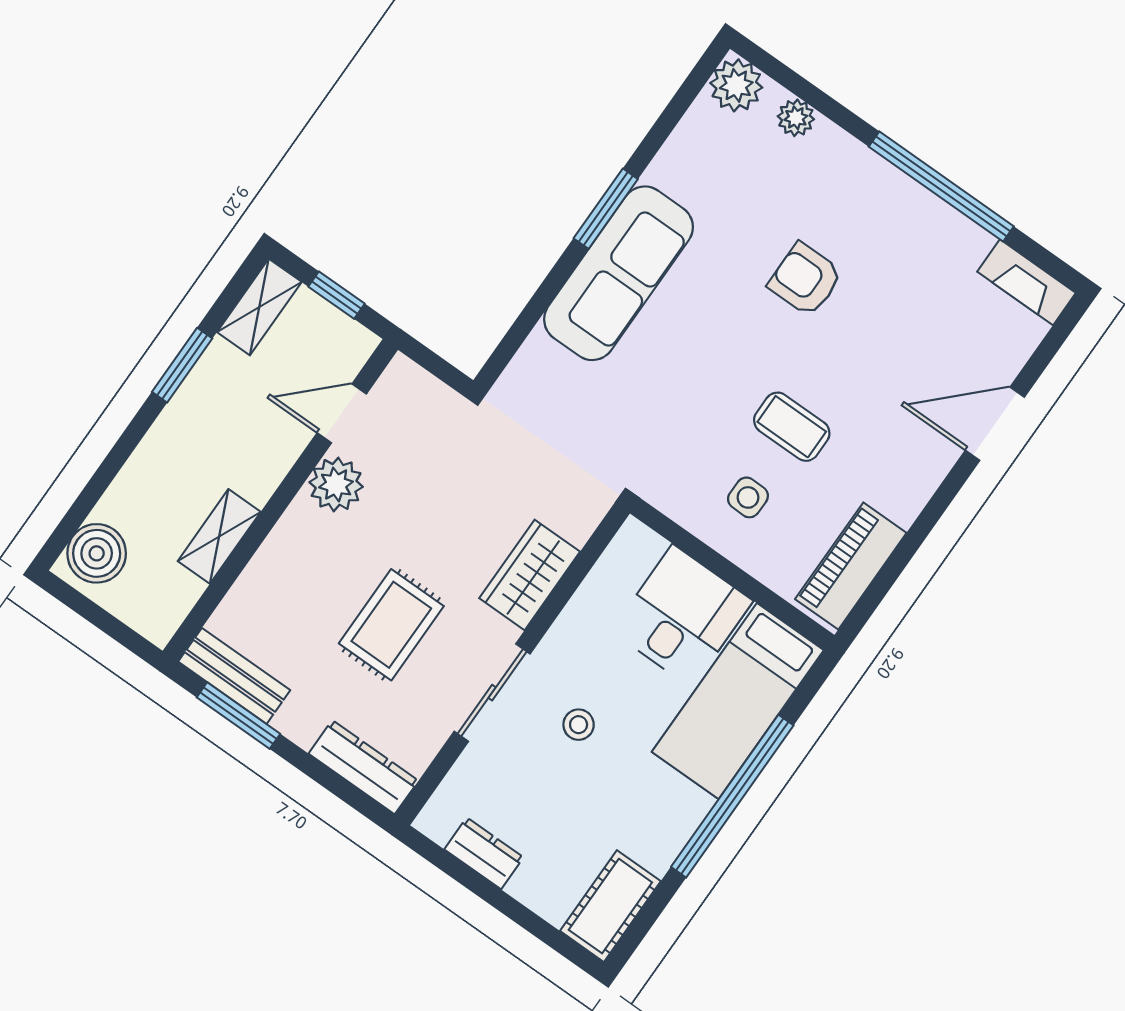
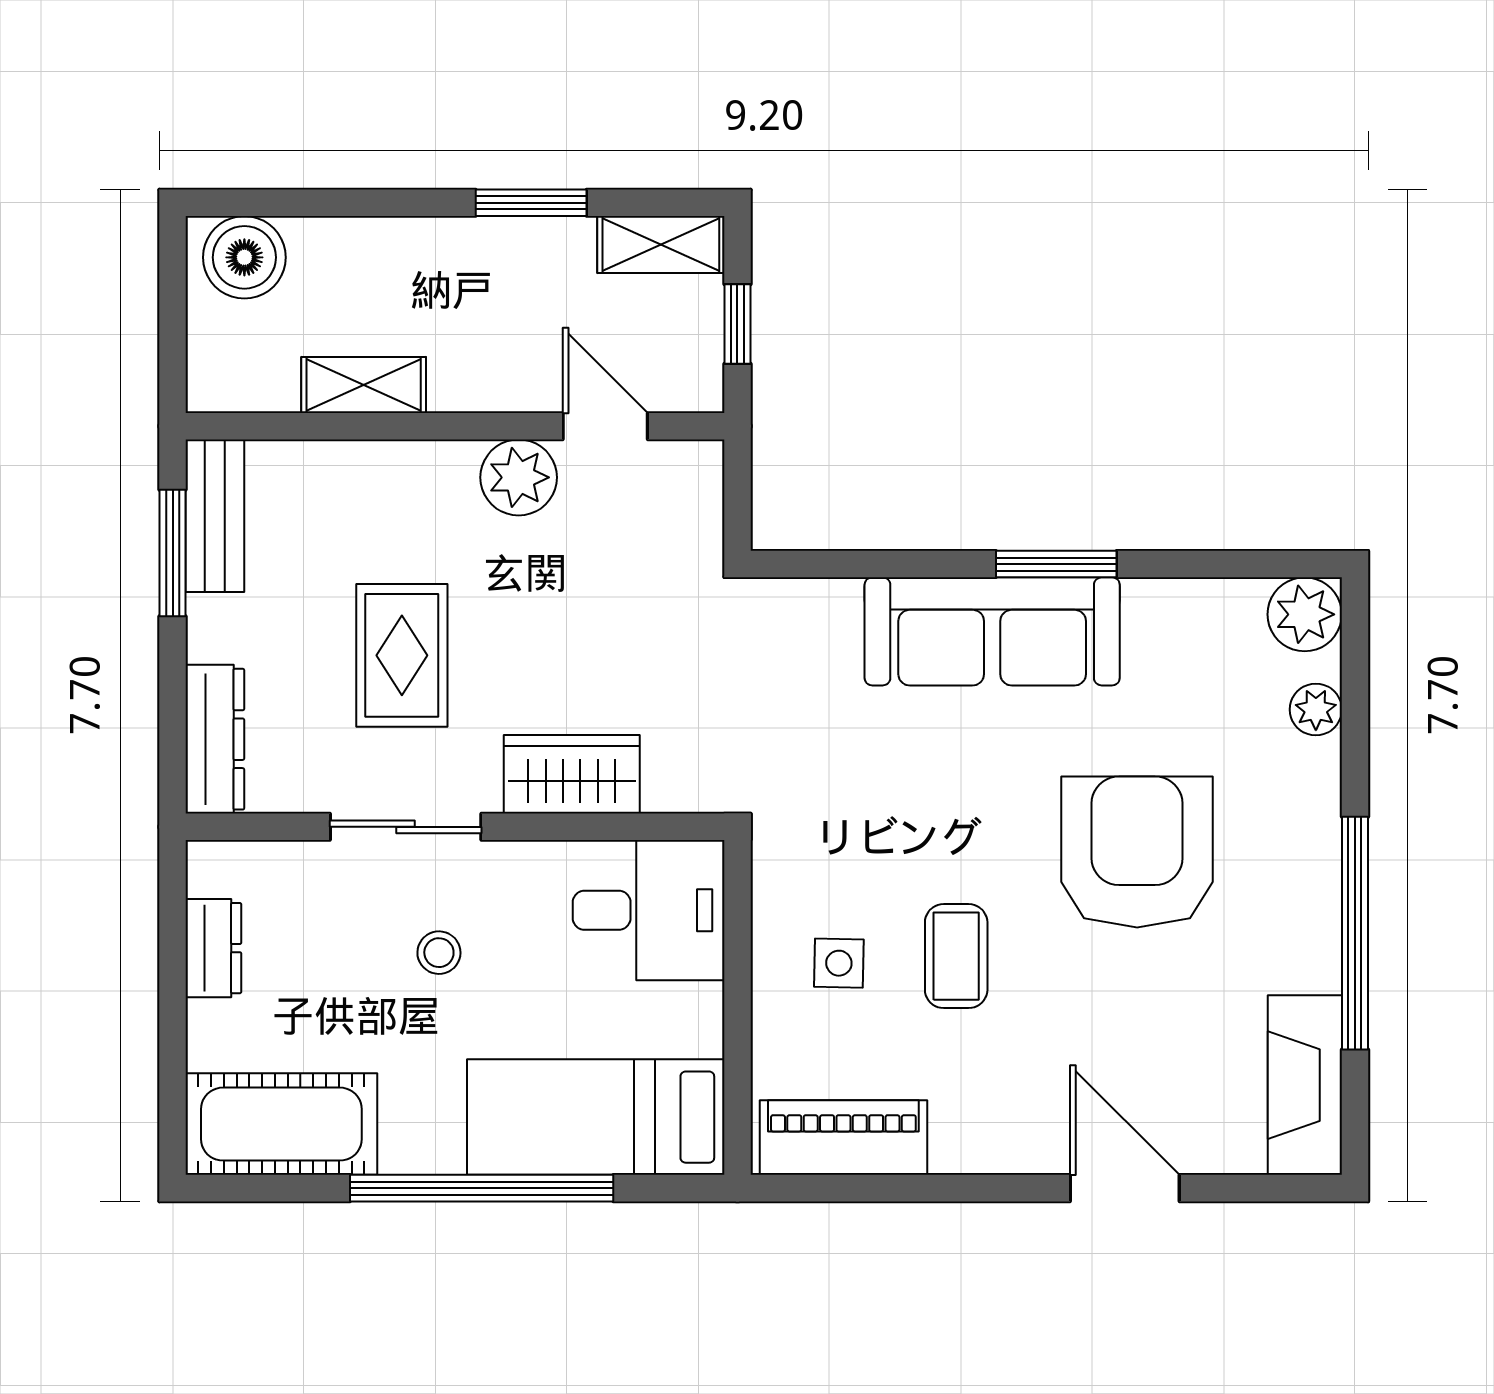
armchair: (805, 279) -> (1137, 852), width x1.88, depth x1.88
fireplace: (1026, 282) -> (1305, 1085), width x1.37, depth x1.32
desk: (682, 616) -> (649, 910), moved
rug: (391, 625) -> (402, 655), turned 90
cot: (610, 906) -> (281, 1124), width x1.37, depth x1.34

